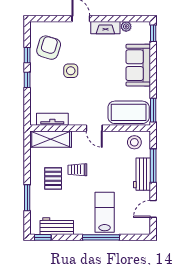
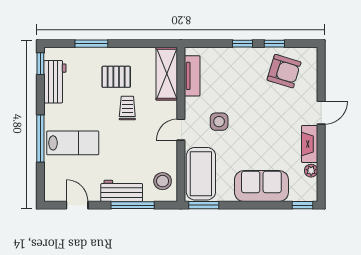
side table: (71, 71) -> (219, 122), moved

